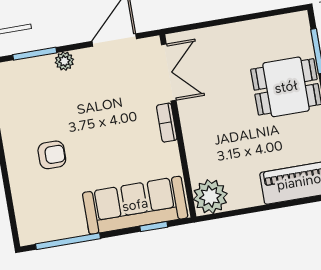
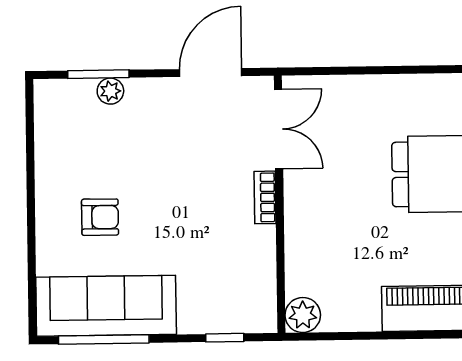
plant: (64, 61) -> (110, 91), moved
plant: (210, 197) -> (303, 315), width x0.73, depth x0.73
sofa: (135, 205) -> (106, 306), moved

